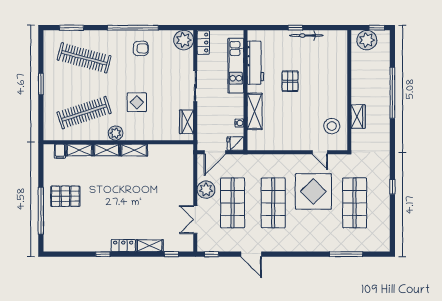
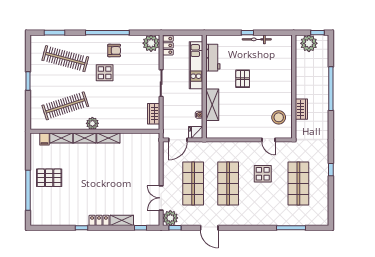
workbench: (255, 63) -> (213, 58), width x0.73
display table: (137, 102) -> (105, 73), moved
plant: (206, 190) -> (170, 218), moved
display table: (313, 191) -> (263, 174), width x0.54, depth x0.54

